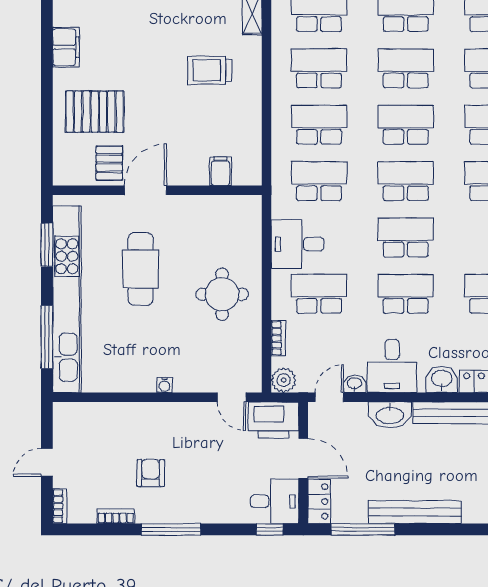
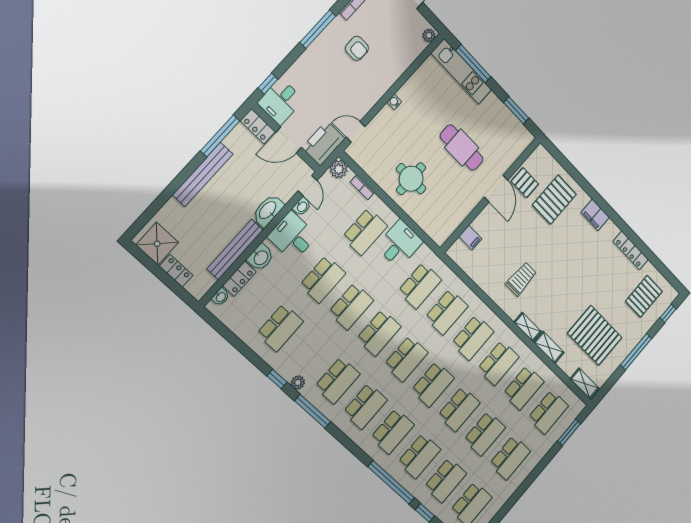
kitchen unit: (67, 299) -> (461, 72), width x0.54
plant: (66, 411) -> (429, 35), added

